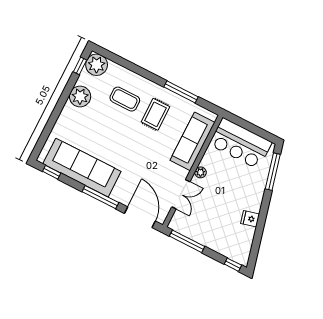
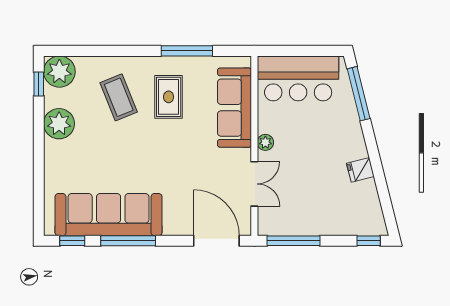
coffee table: (125, 99) -> (119, 97), turned 68
window: (100, 197) -> (128, 241), moved

